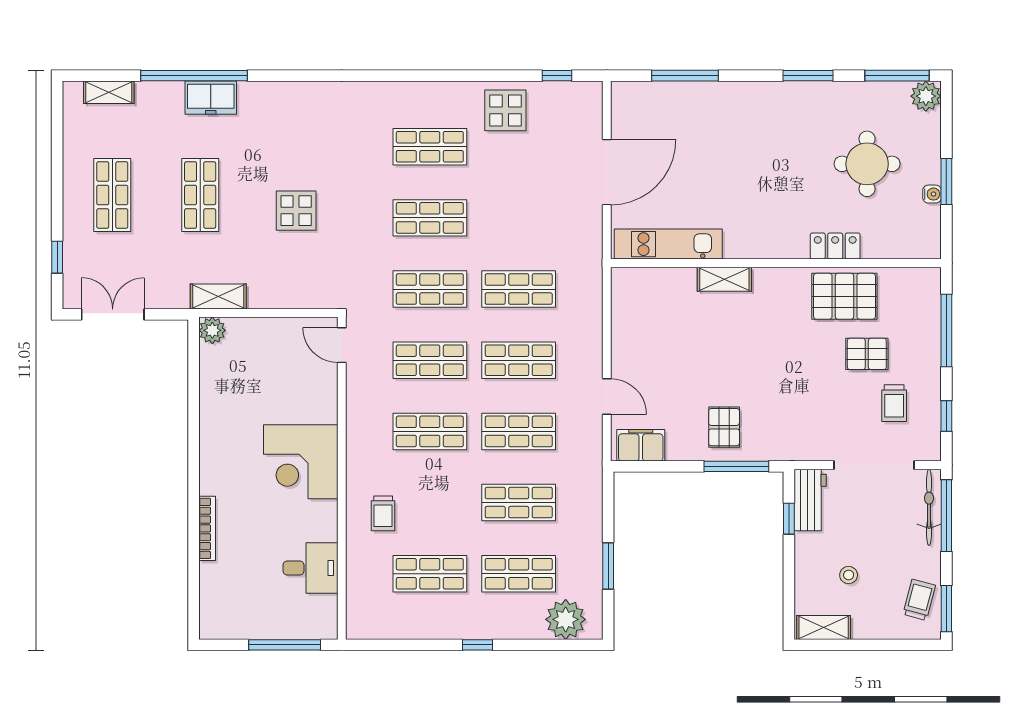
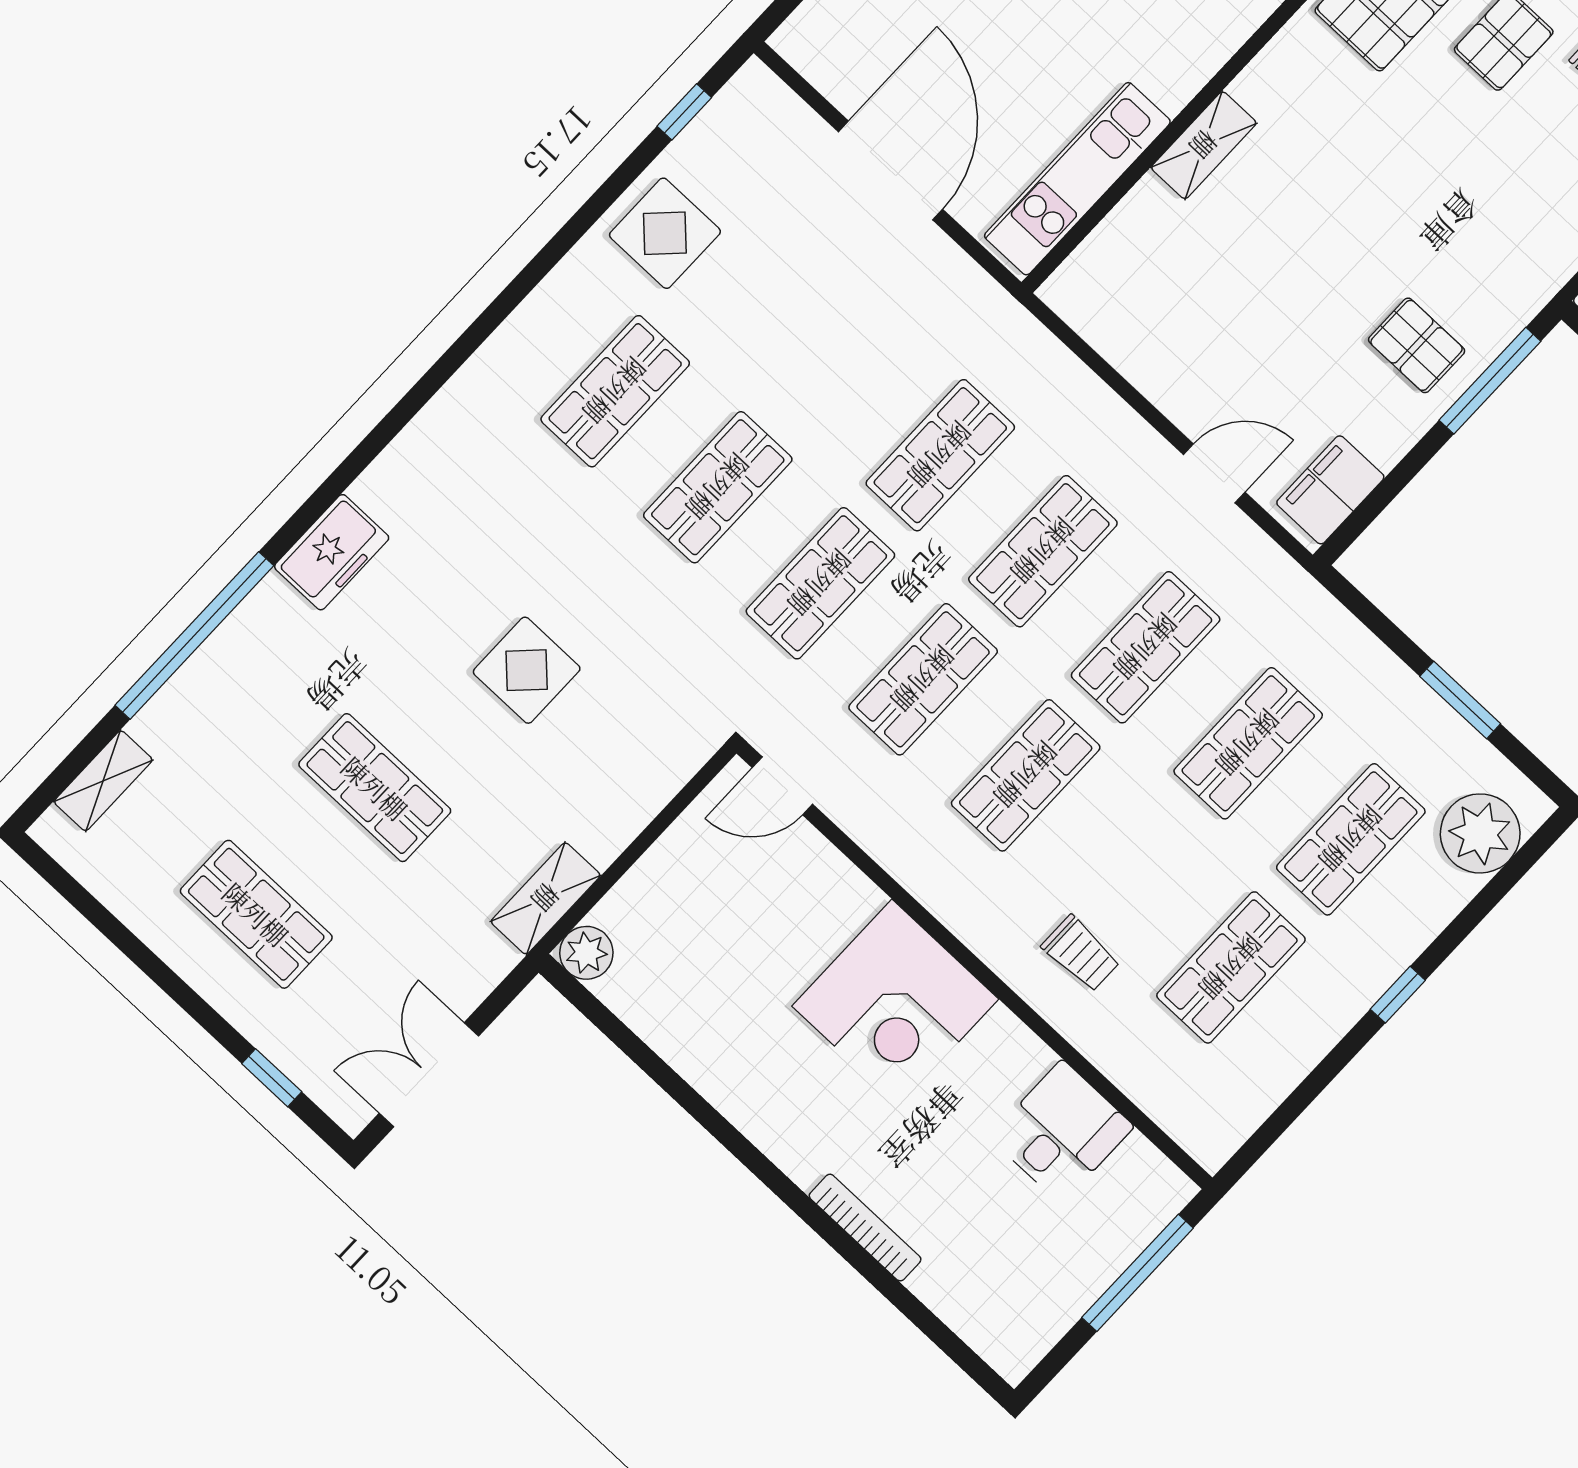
freezer: (211, 98) -> (332, 552), moved

